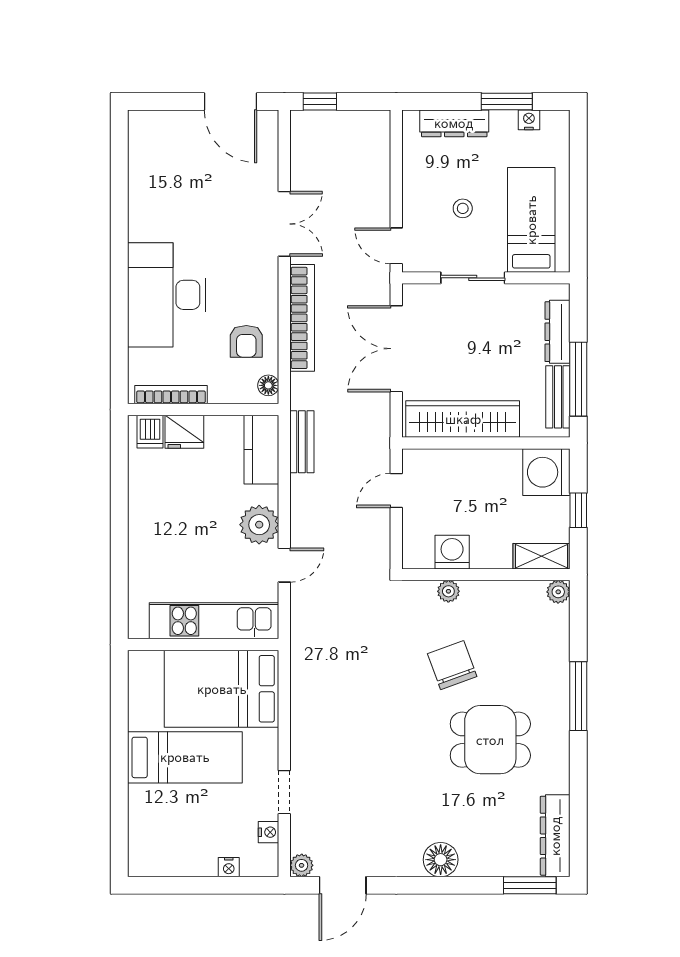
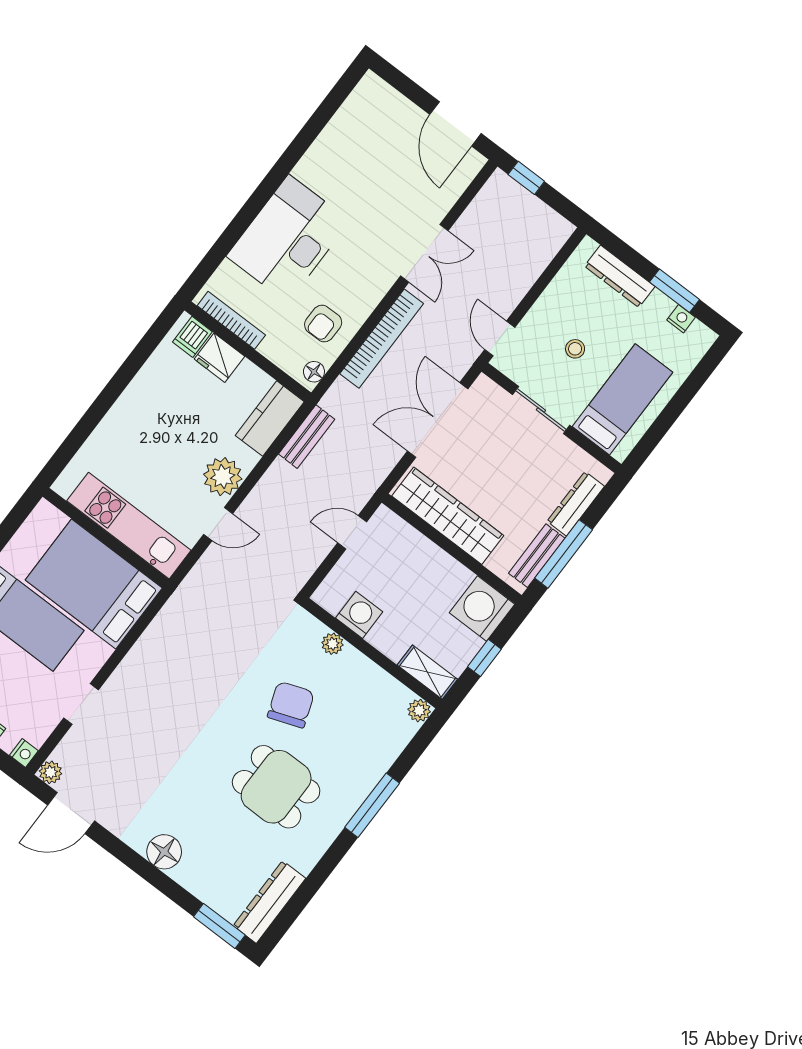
nightstand: (269, 832) -> (24, 753), moved

